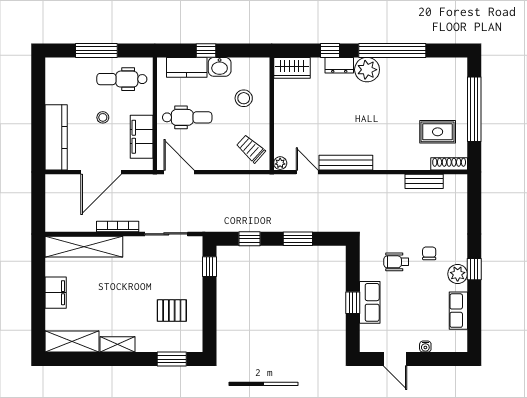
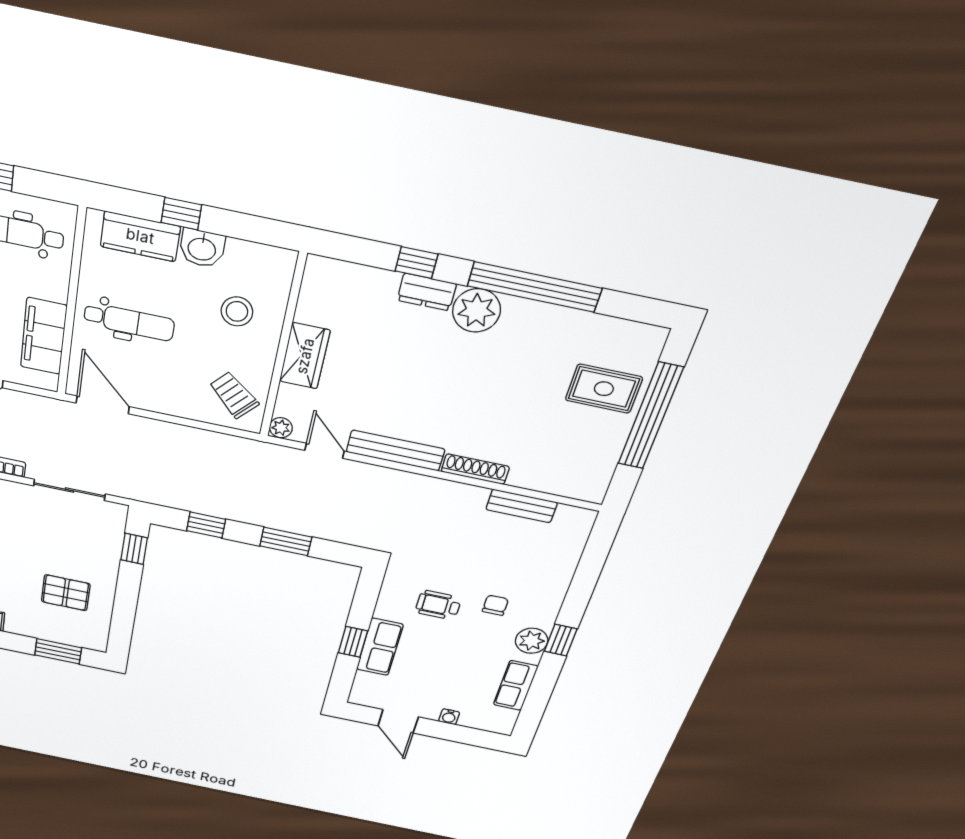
wardrobe: (292, 68) -> (305, 356), moved, turned -90
rug: (438, 132) -> (604, 389), moved
shoe rack: (449, 164) -> (475, 469), moved

